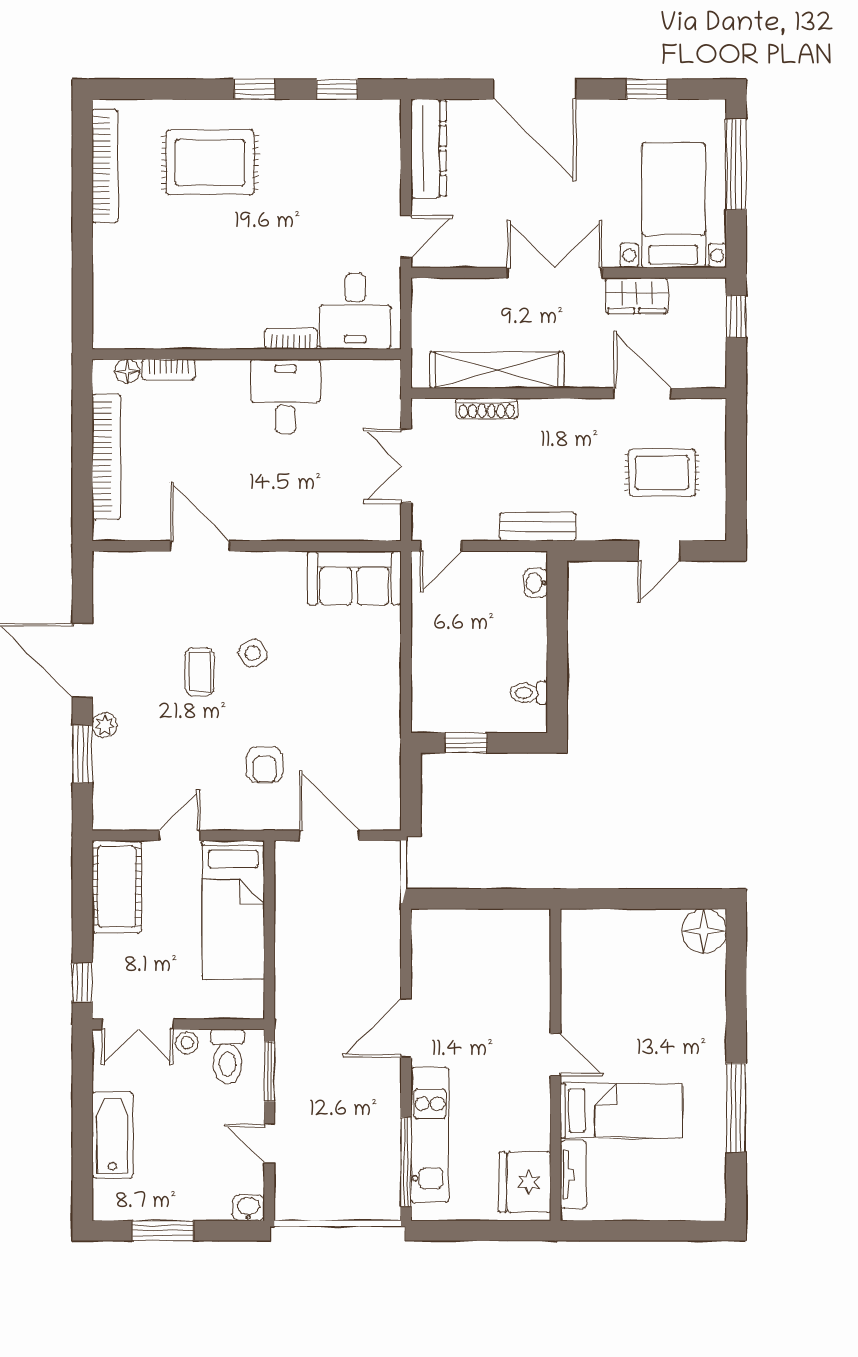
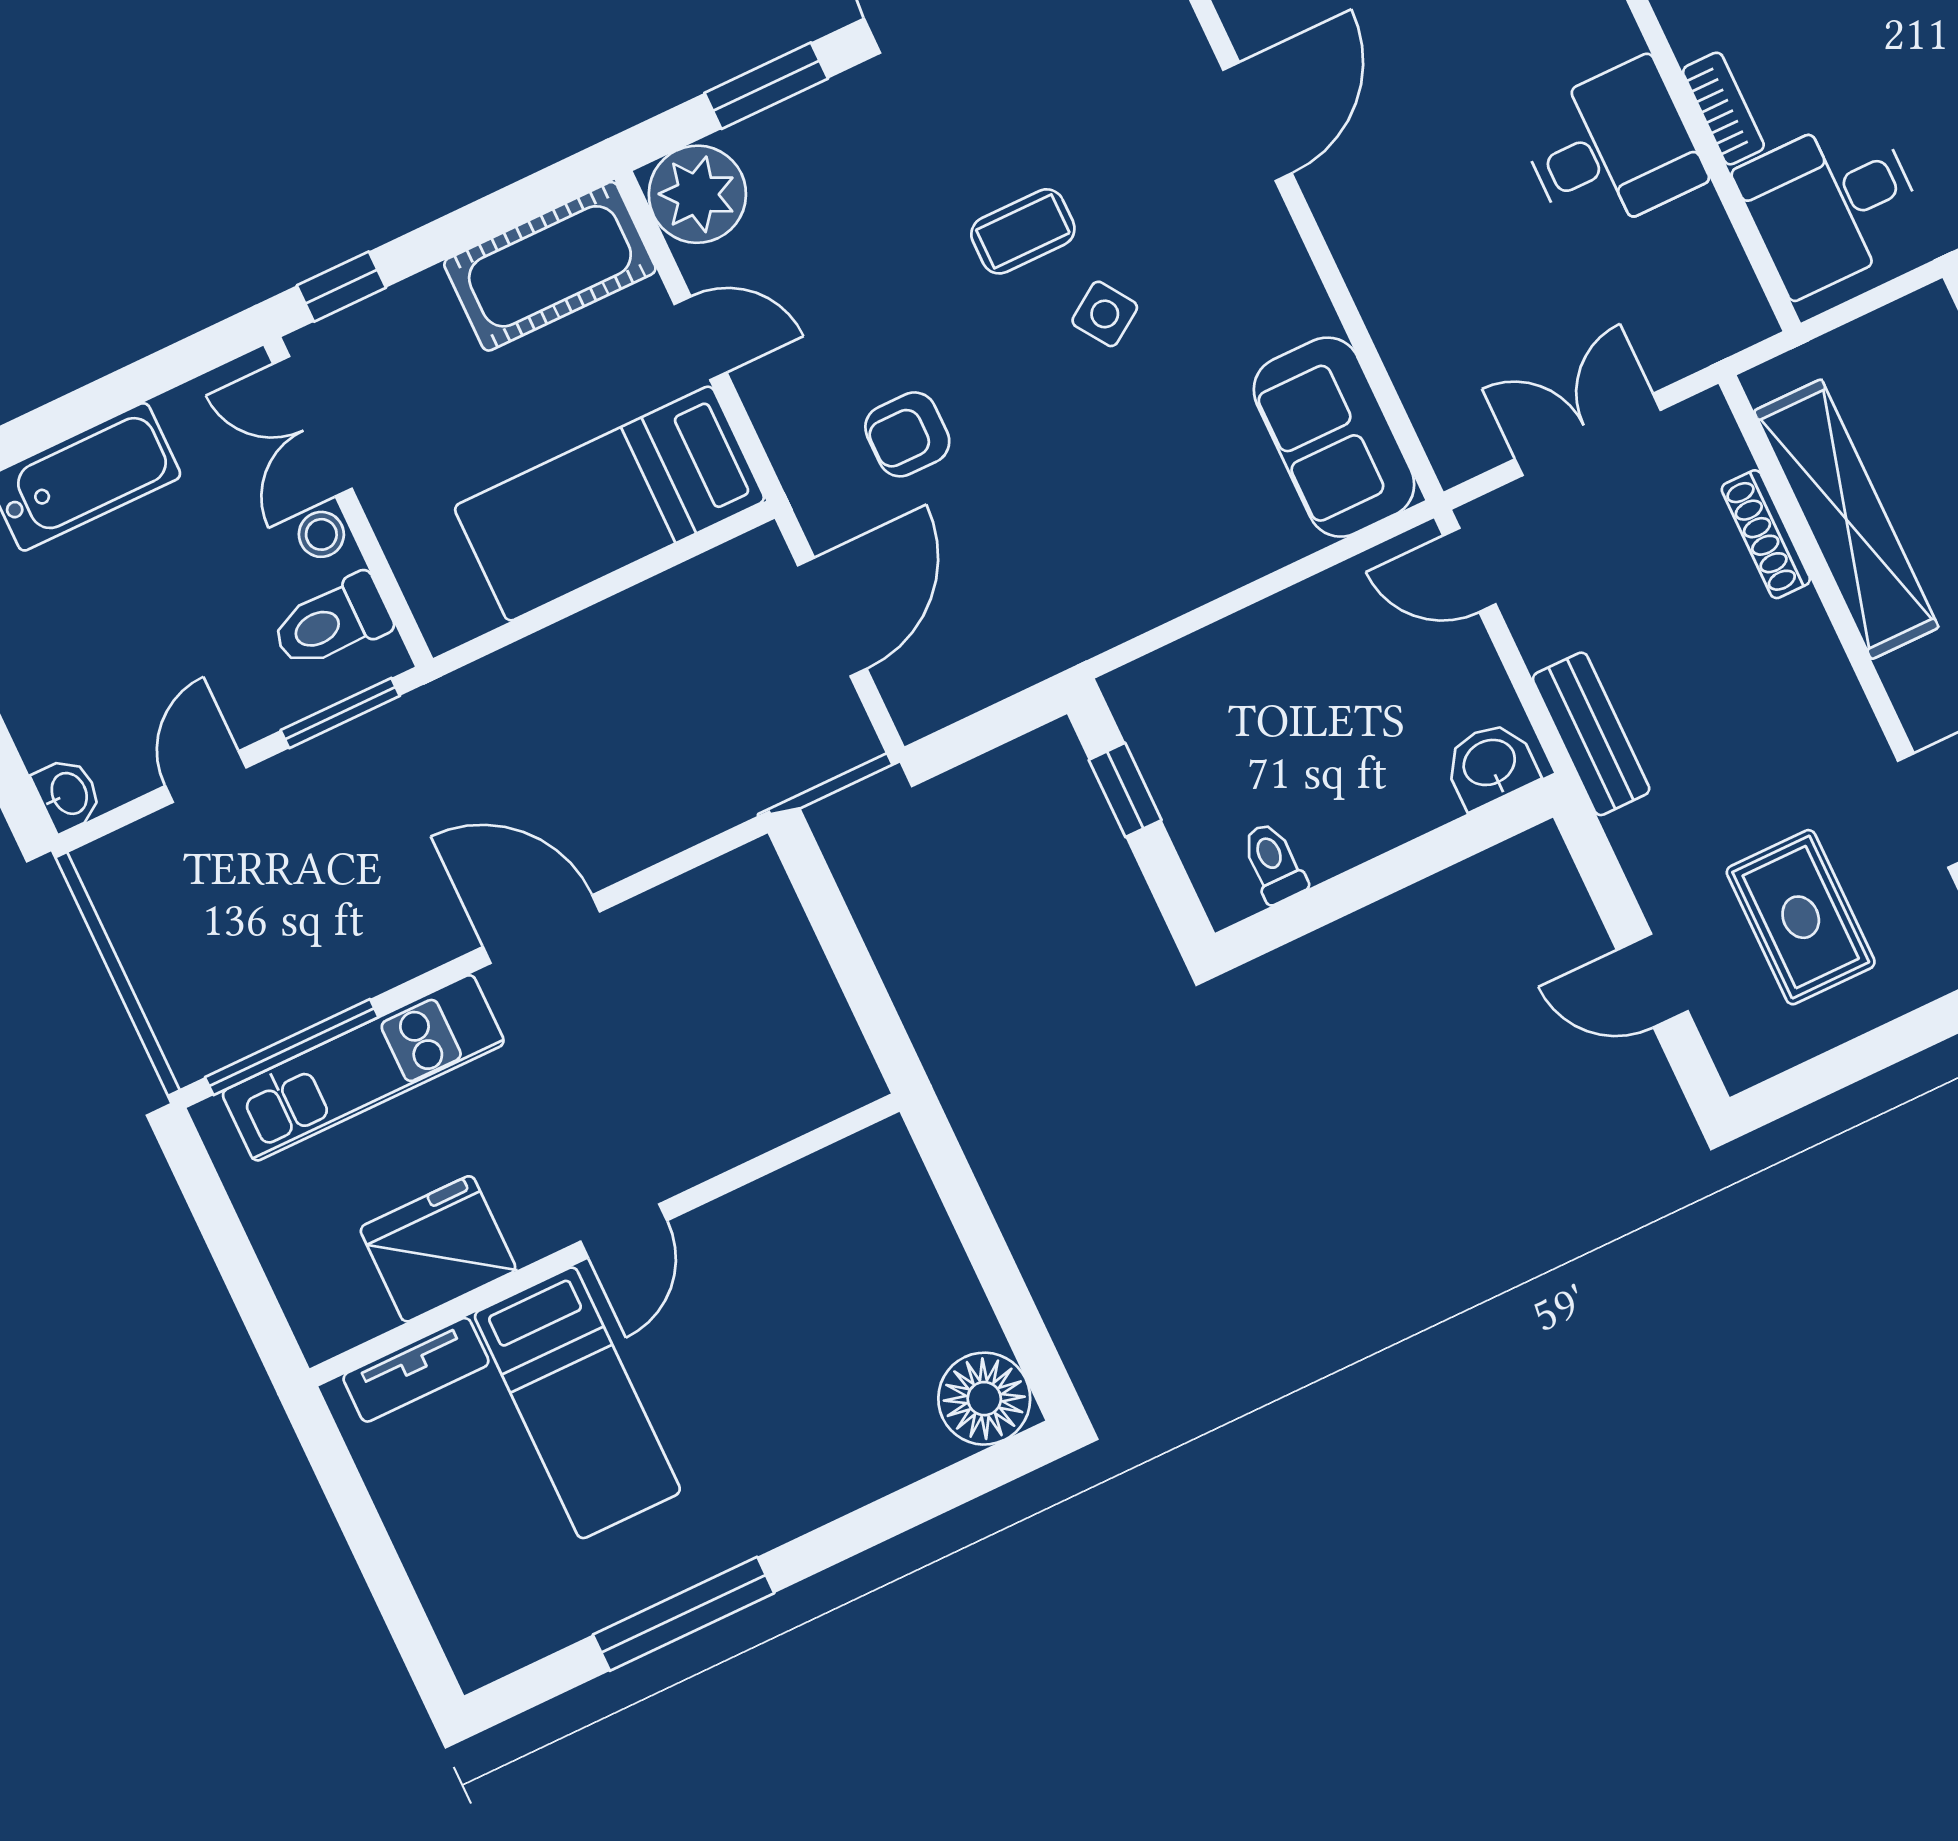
washbasin: (536, 583) -> (1490, 764), width x1.38, depth x1.45
plant: (105, 725) -> (697, 194), moved, width x1.88, depth x1.88
fridge: (525, 1182) -> (438, 1249), moved

